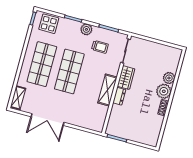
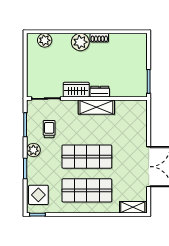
plant: (169, 78) -> (45, 40), moved

